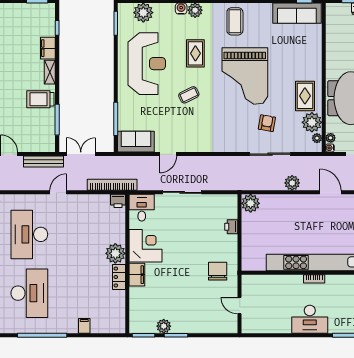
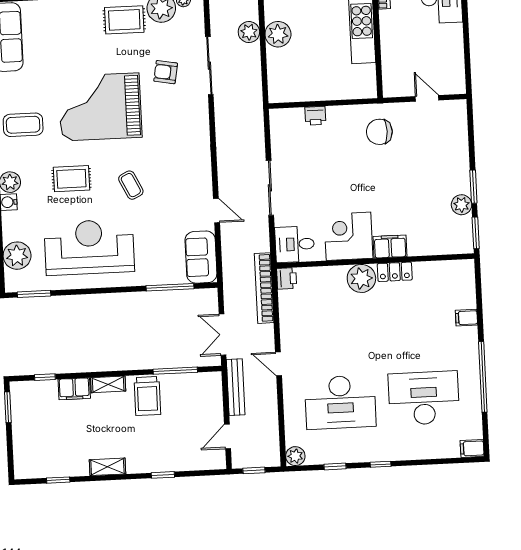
grand piano: (245, 76) -> (100, 107), turned 180
plant: (251, 203) -> (278, 34), moved
door: (240, 306) -> (427, 98), swing flipped

